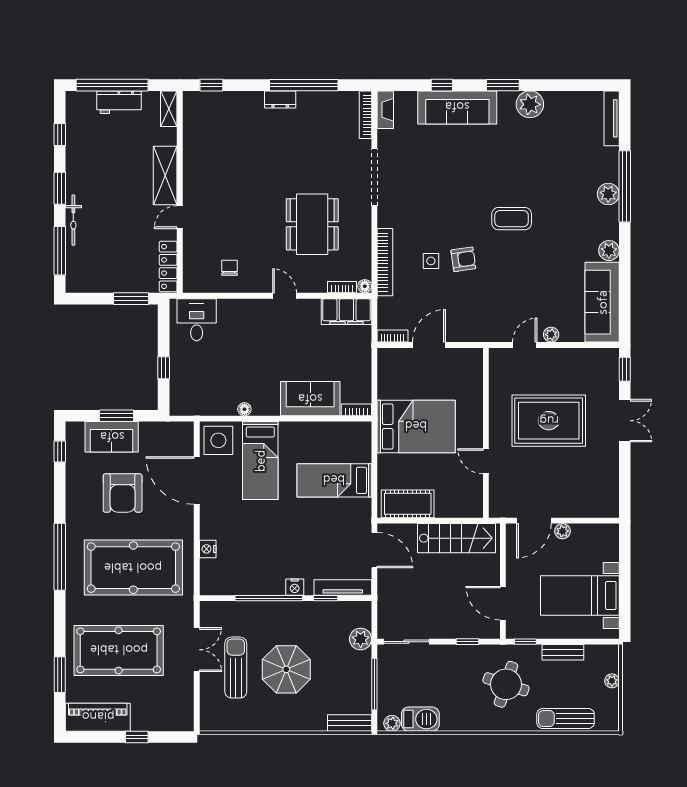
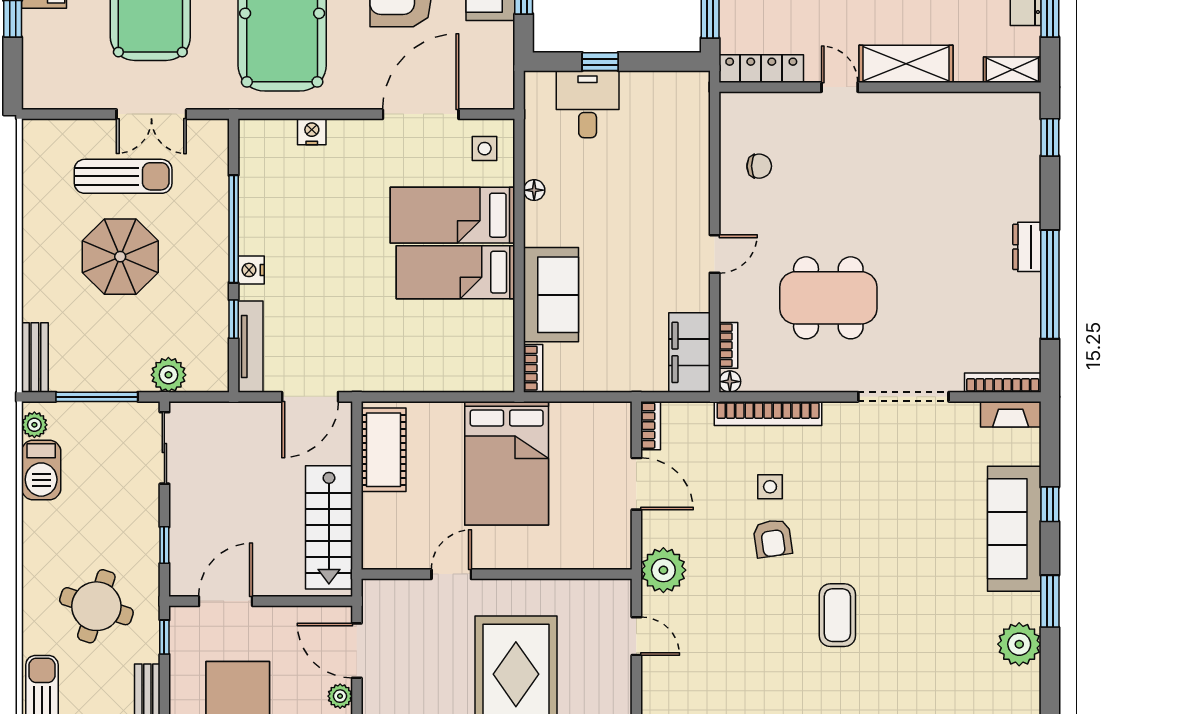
desk: (197, 320) -> (588, 104), moved, turned -90
plant: (551, 335) -> (663, 570), moved, width x1.88, depth x1.88
side table: (218, 440) -> (485, 149), width x0.54, depth x0.54
bed: (334, 480) -> (456, 272), moved, turned -90

